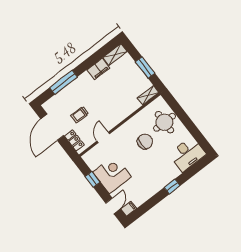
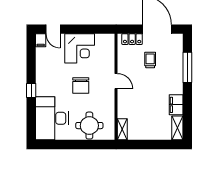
window: (145, 68) -> (147, 145), removed
door: (103, 137) -> (116, 81), moved
chair: (145, 142) -> (81, 86), moved
desk: (187, 154) -> (52, 118), width x1.36, depth x1.30
window: (93, 179) -> (88, 29), removed

